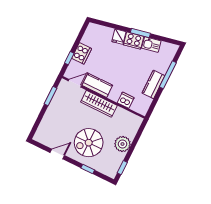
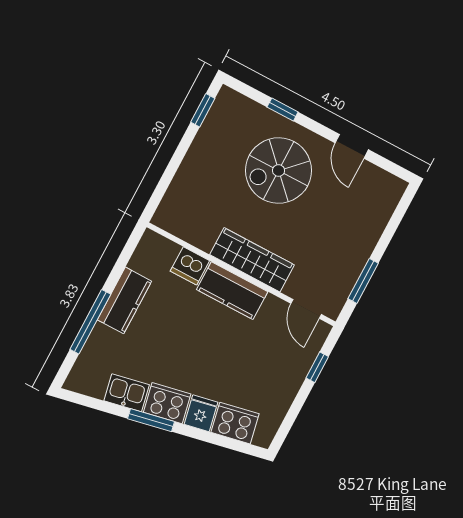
cooker: (82, 53) -> (235, 423), moved, turned 78
door: (75, 83) -> (306, 309), hinge flipped
kitchen counter: (97, 85) -> (232, 291), moved
spiral stairs: (89, 143) -> (279, 171), turned 180
plant: (122, 144) -> (200, 165), removed
door: (57, 154) -> (352, 146), hinge flipped

